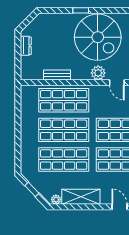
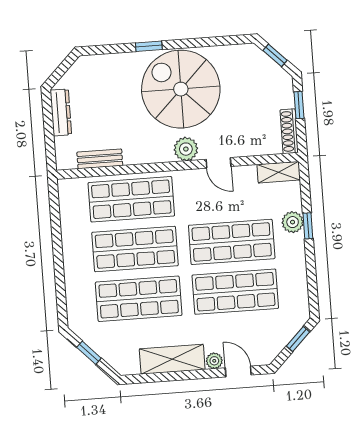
spiral stairs: (98, 37) -> (181, 89), turned 180
dresser: (26, 46) -> (61, 112), width x1.44
bench: (57, 75) -> (100, 159), moved
plant: (56, 200) -> (214, 361), moved

